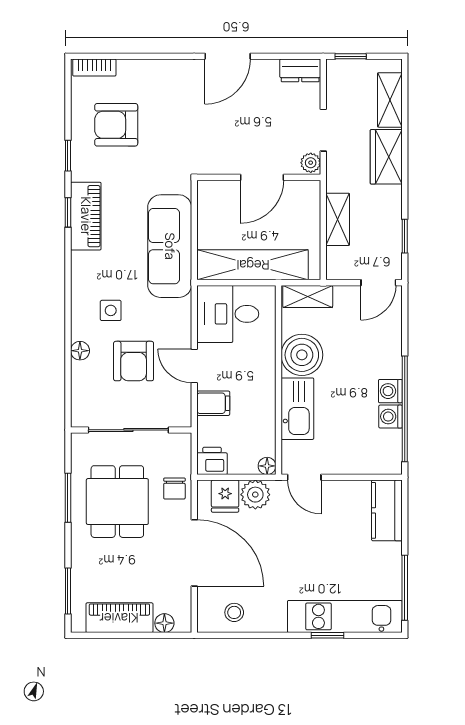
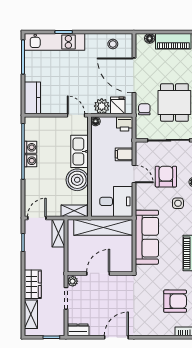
shelving: (338, 219) -> (58, 233), moved

